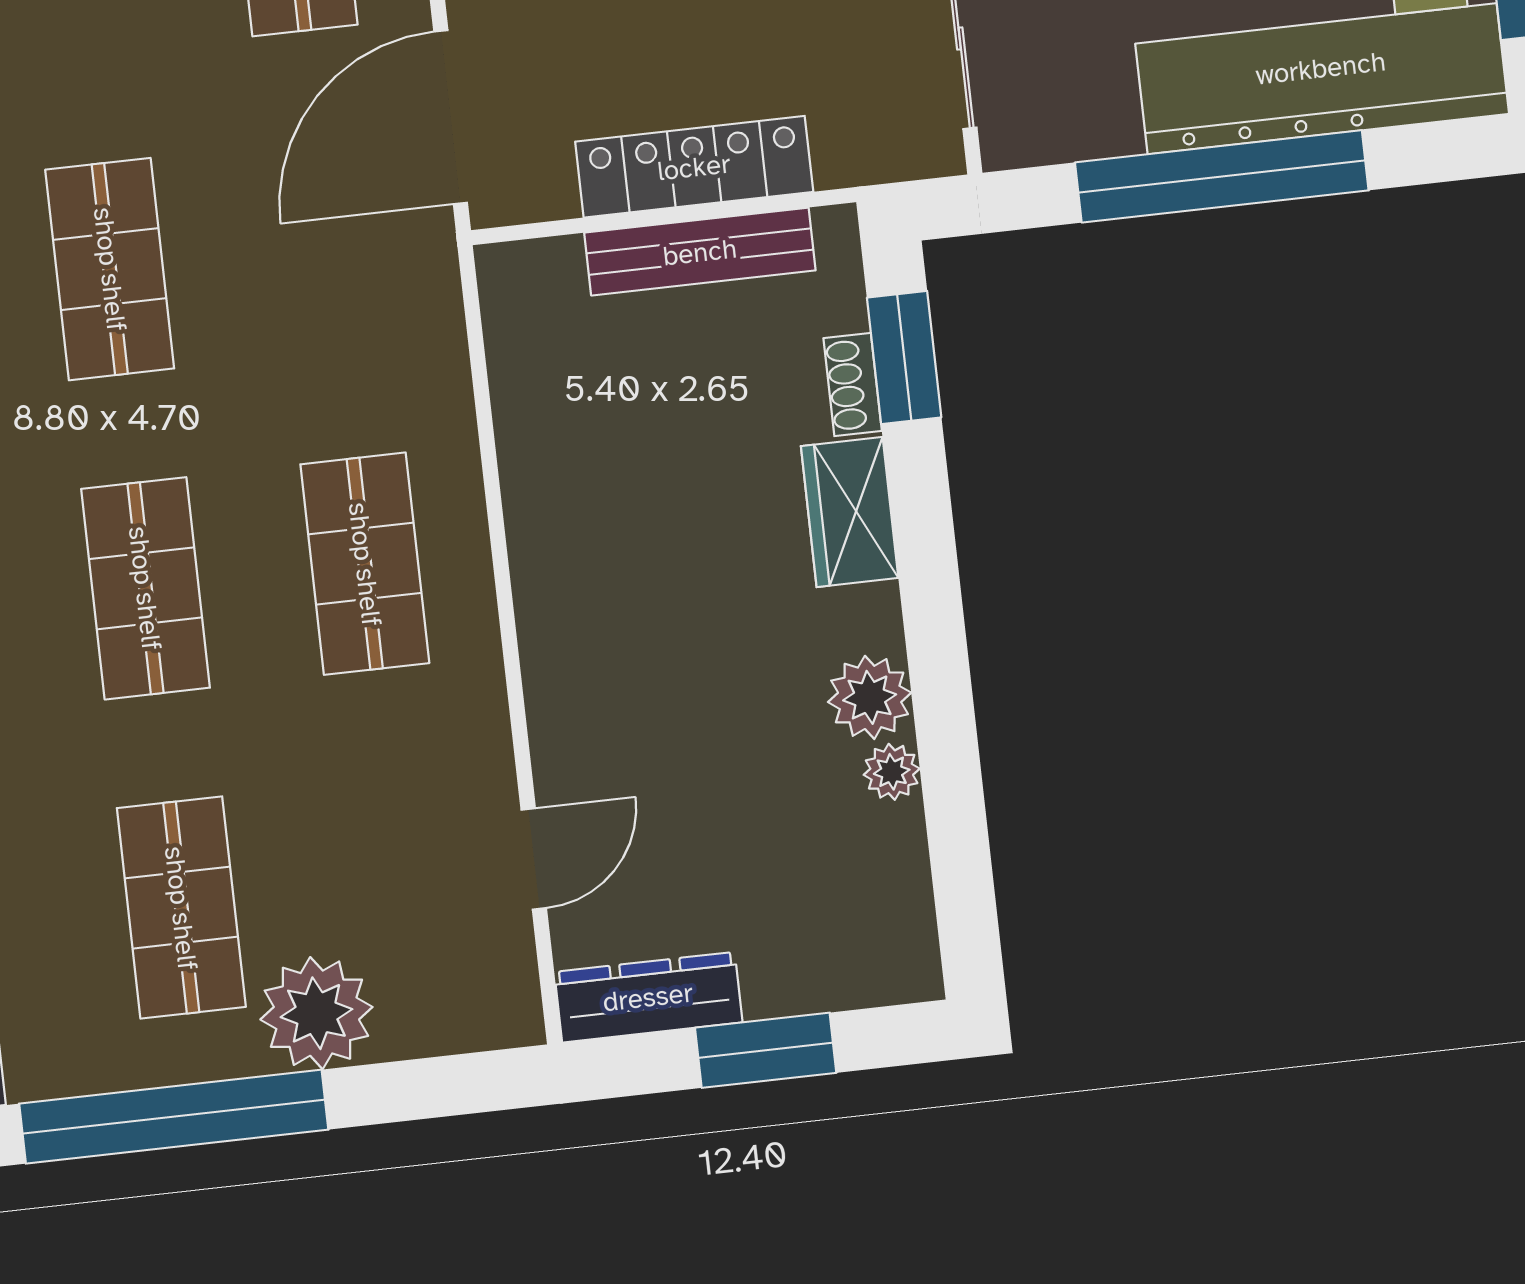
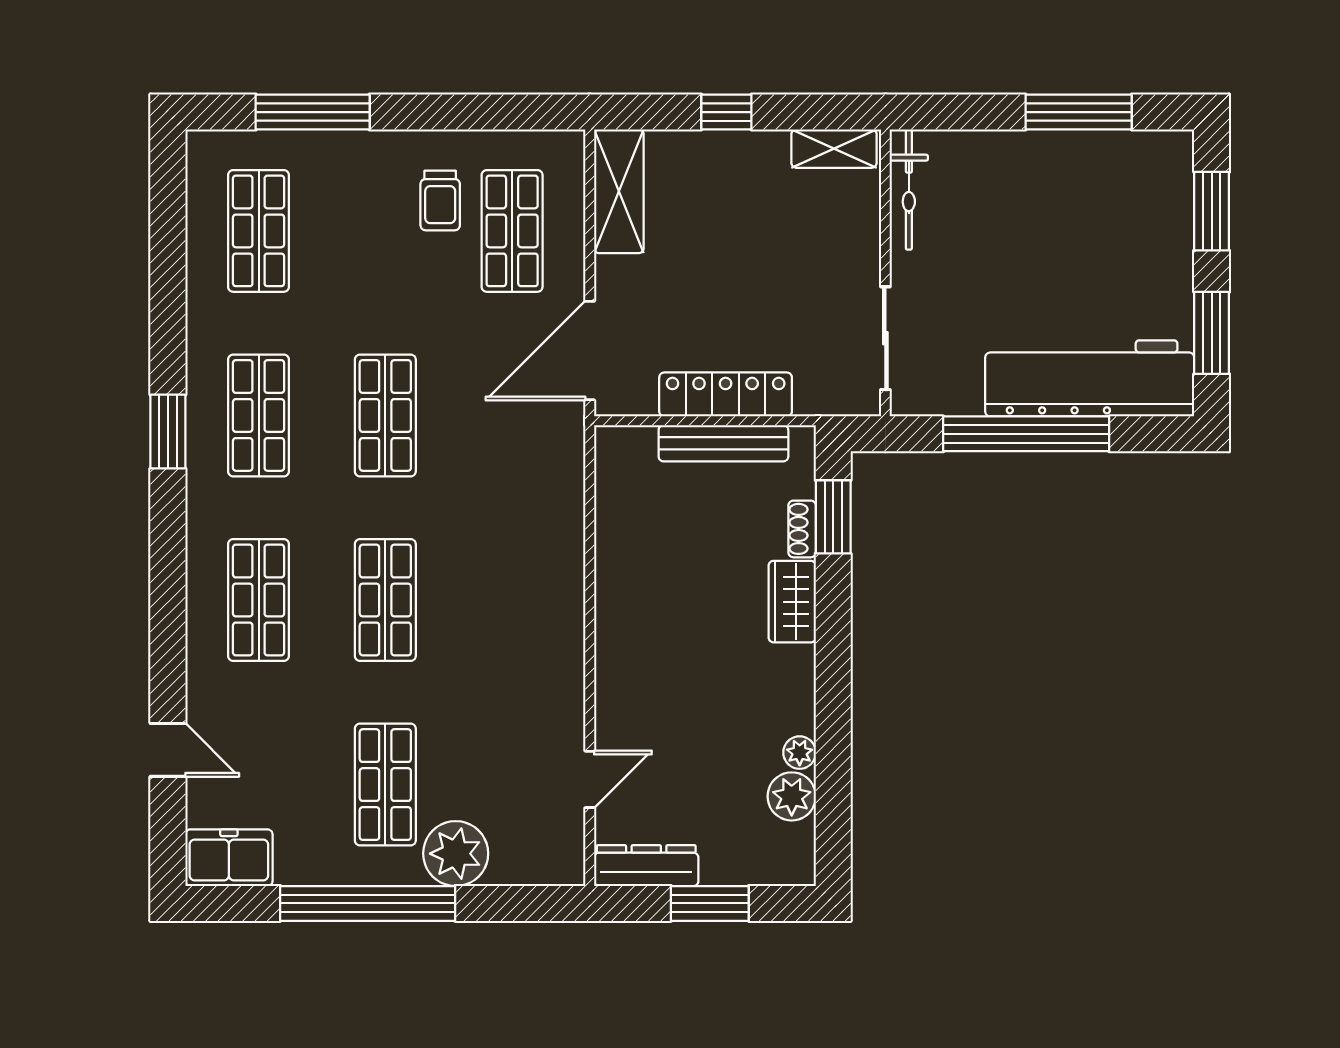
shop shelf: (365, 564) -> (512, 600), removed
plant: (870, 697) -> (792, 796), moved

